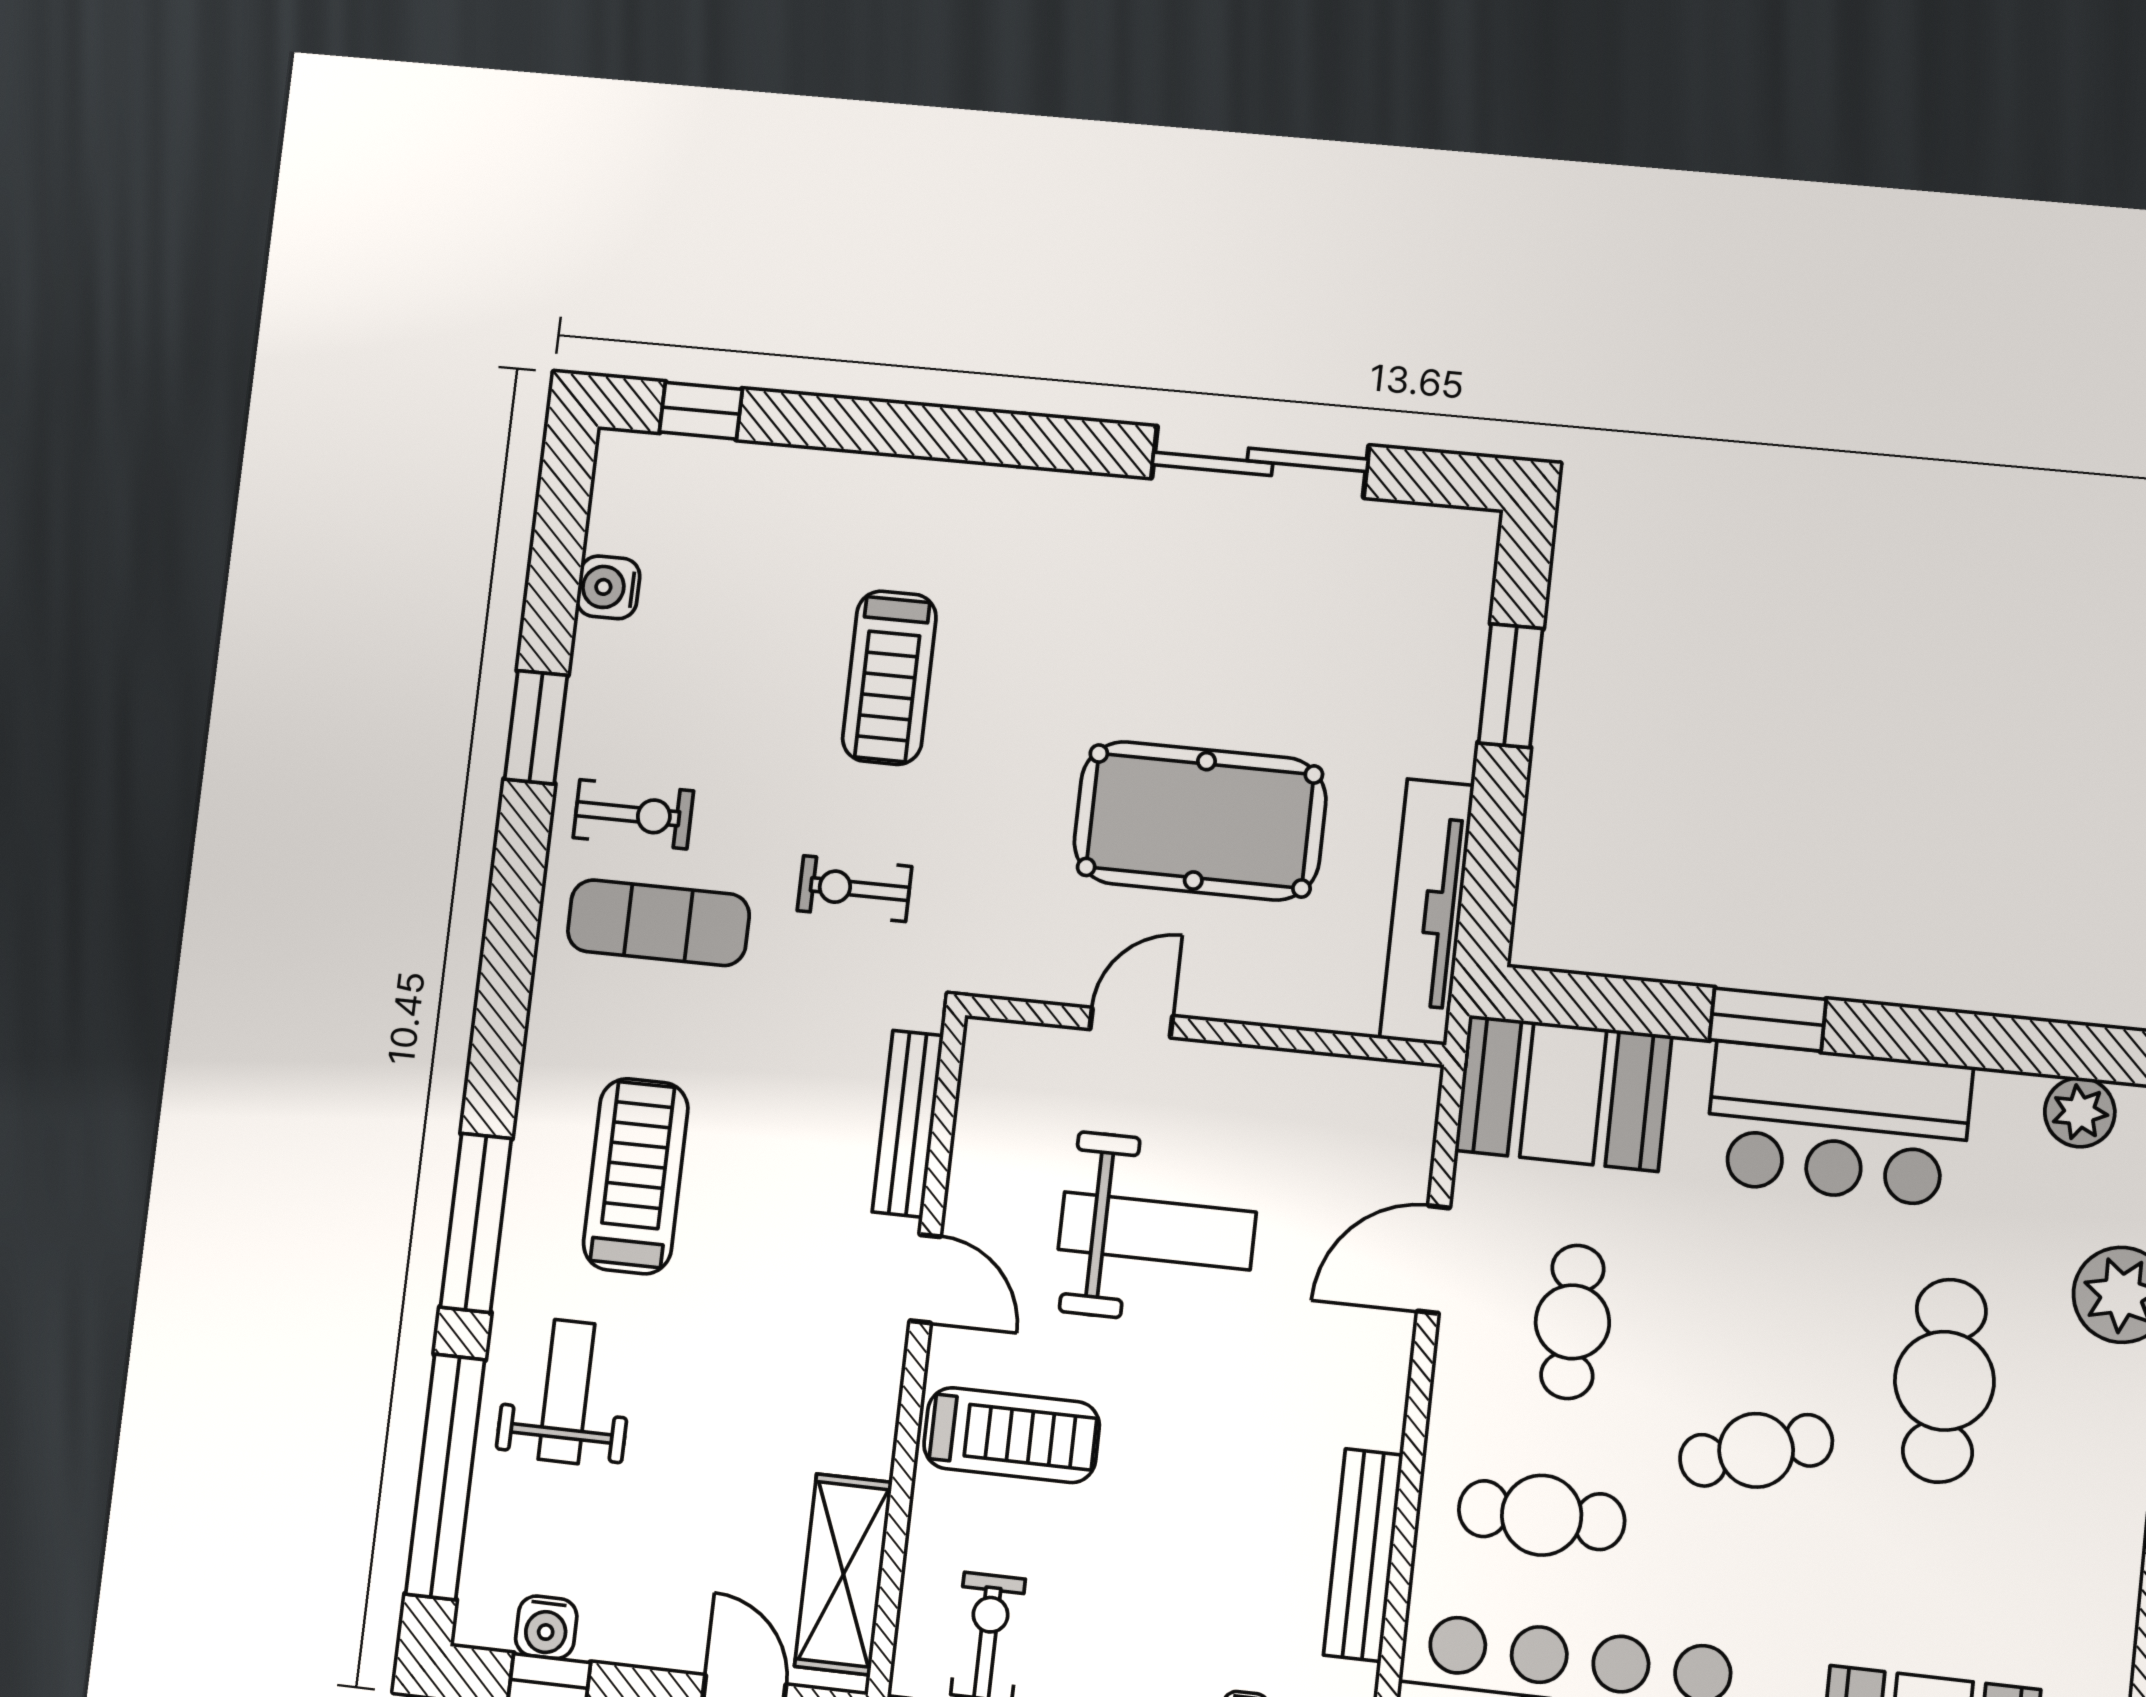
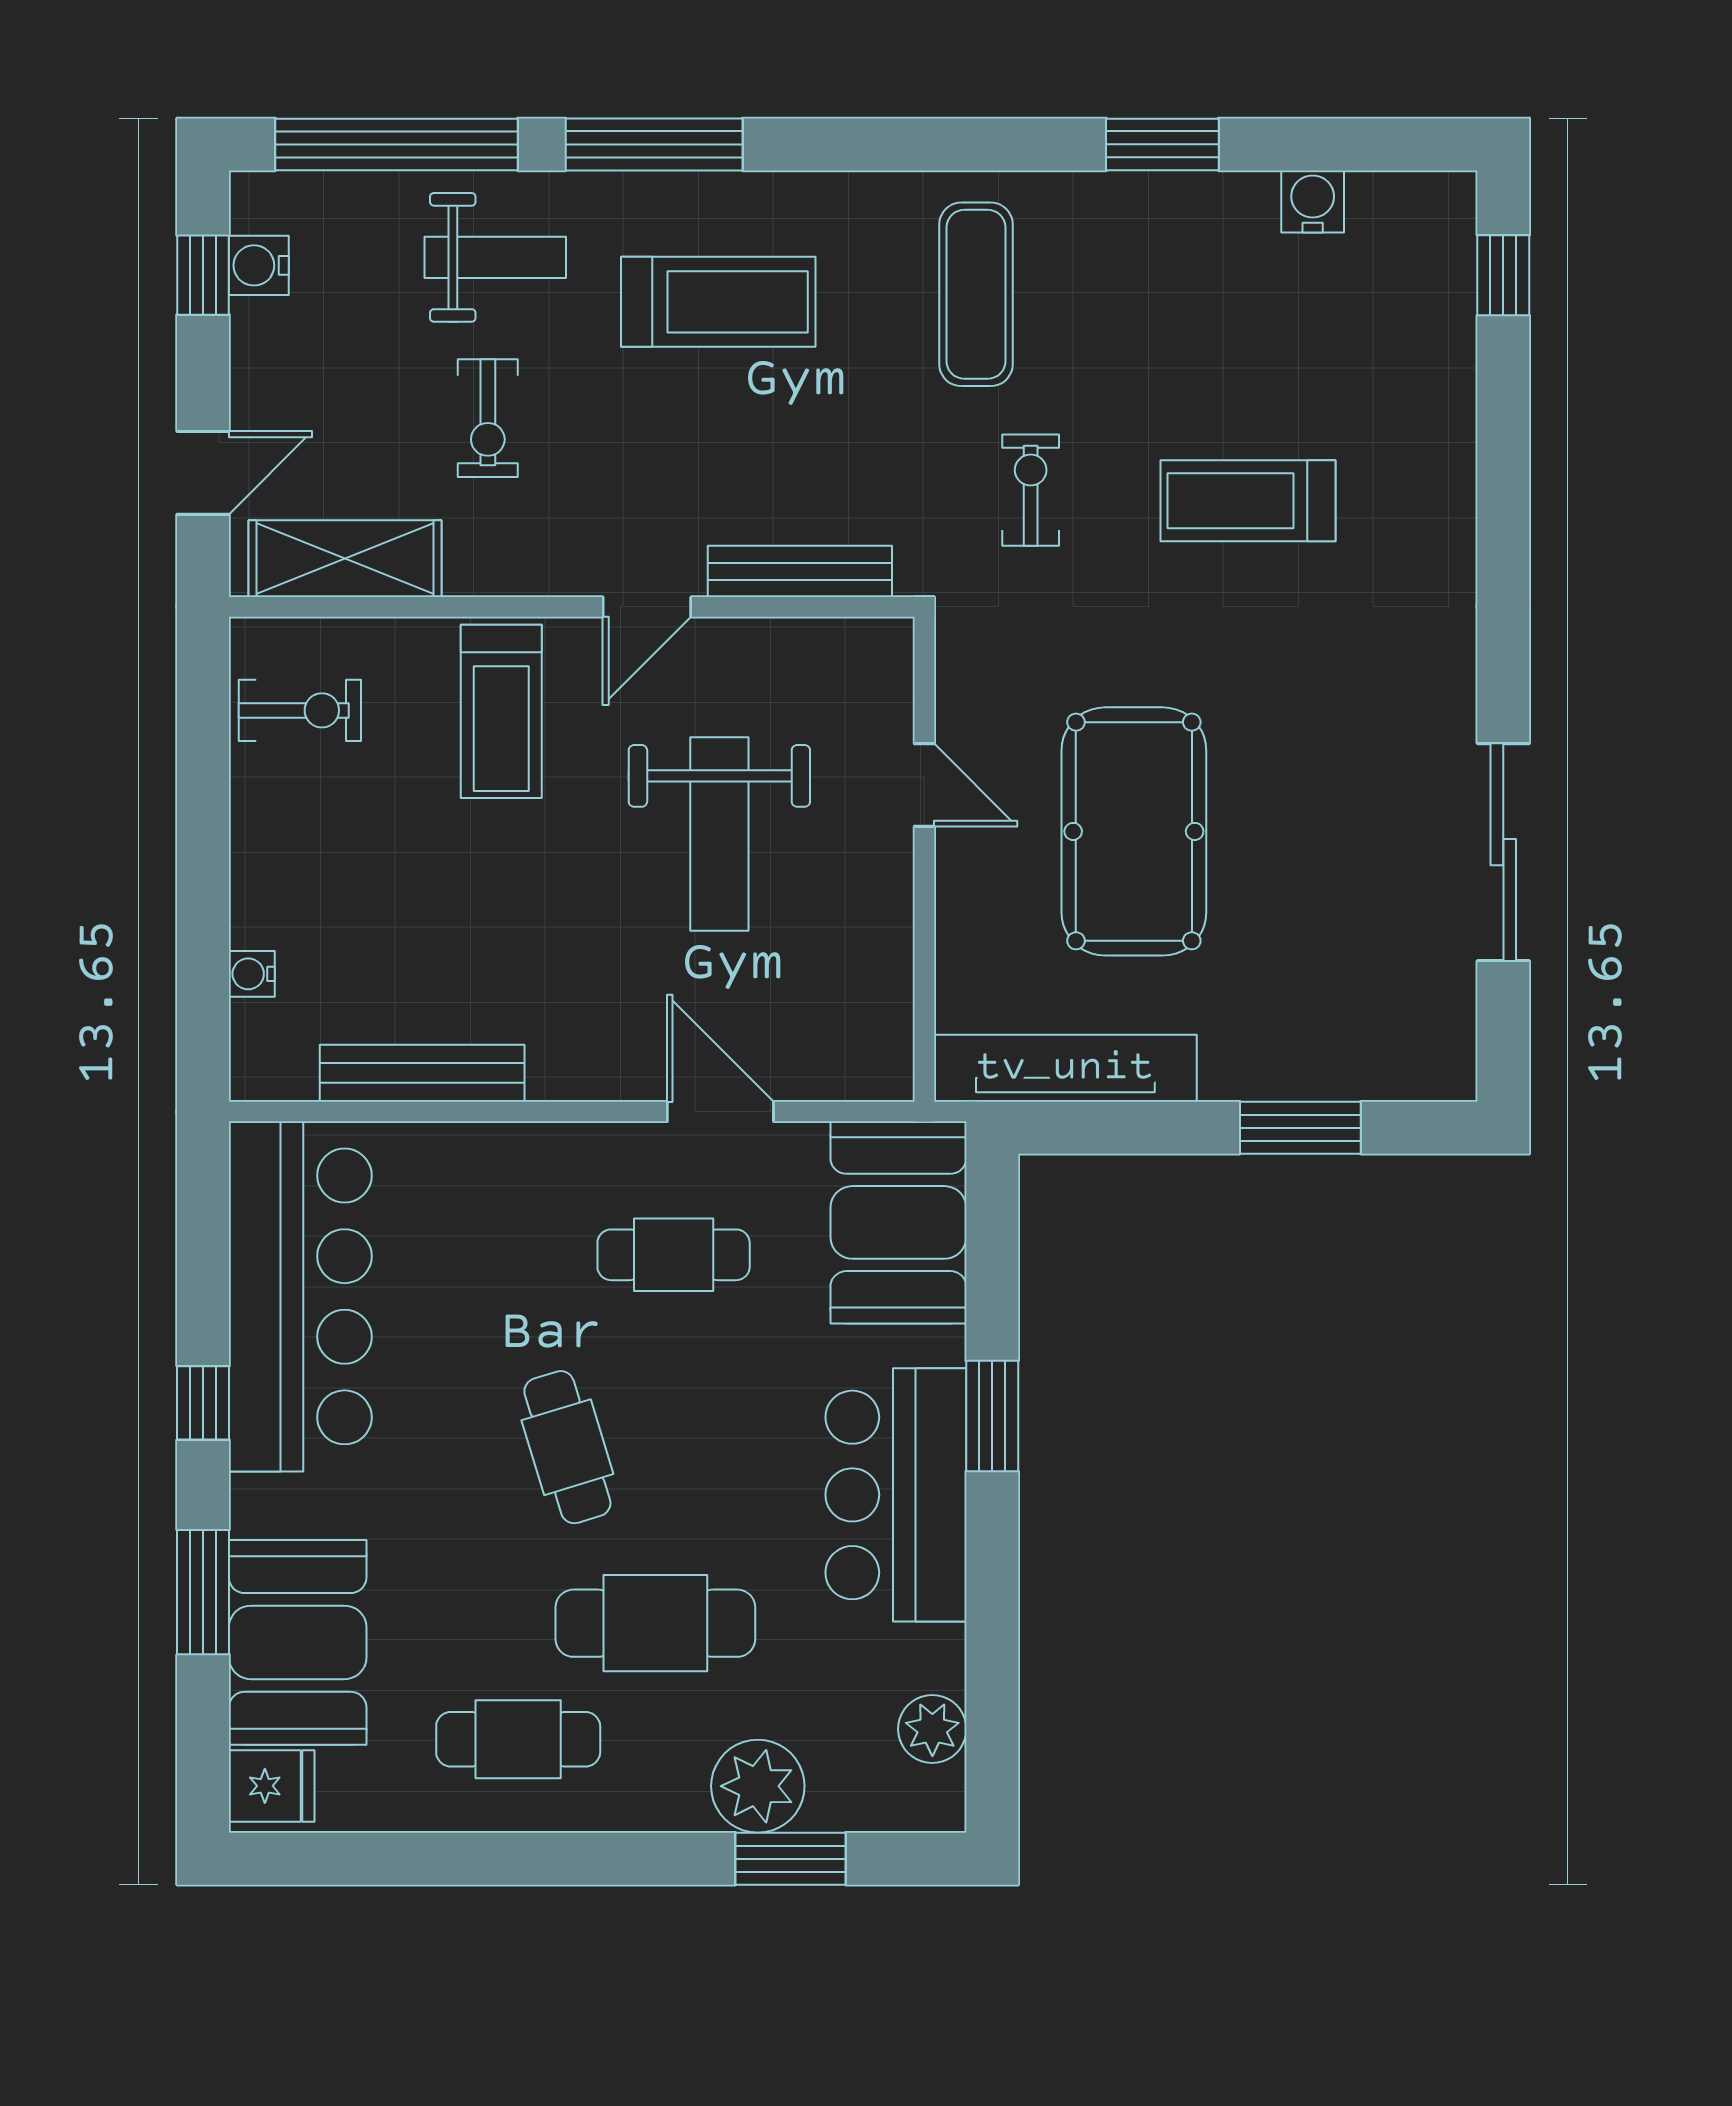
exercise bike: (633, 814) -> (488, 418), moved
cafe table: (1542, 1515) -> (518, 1739), moved, turned 90

